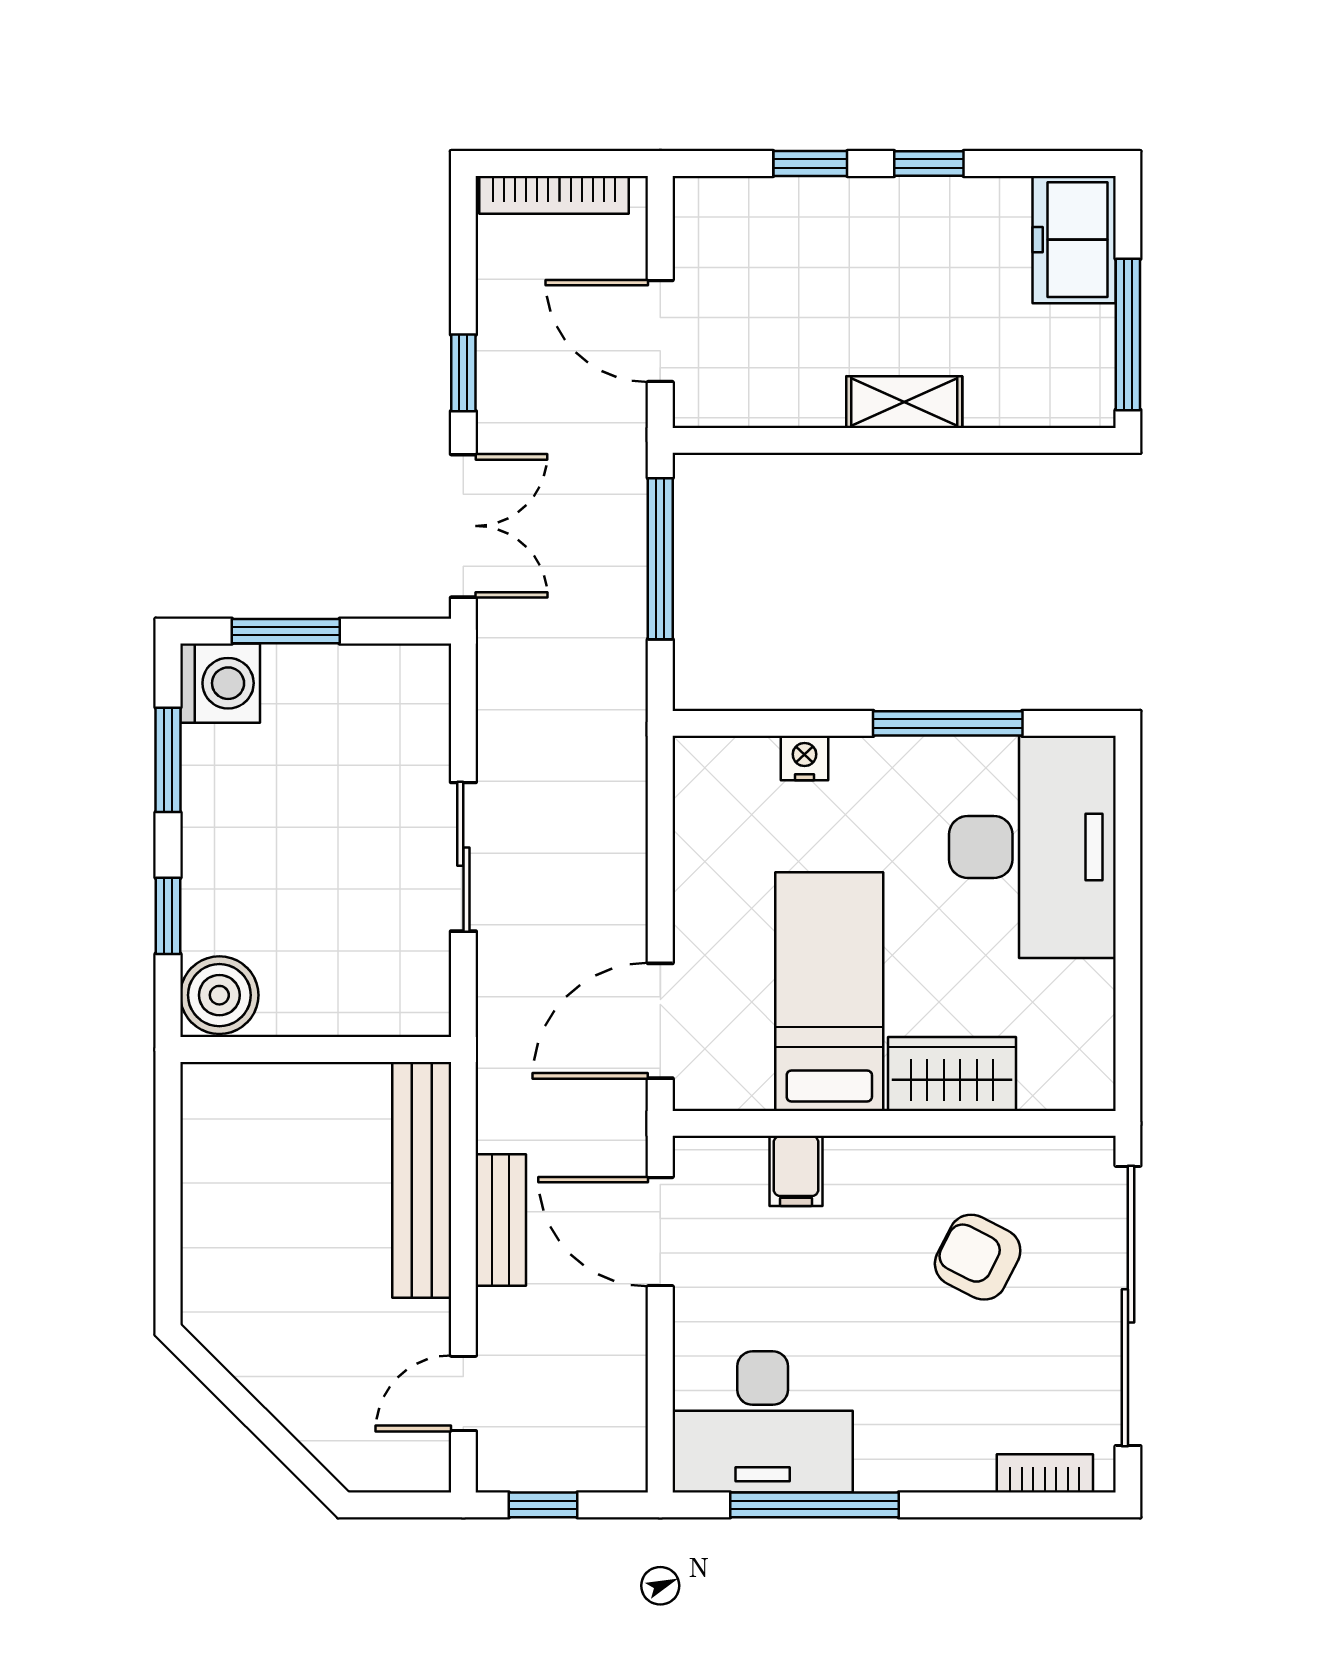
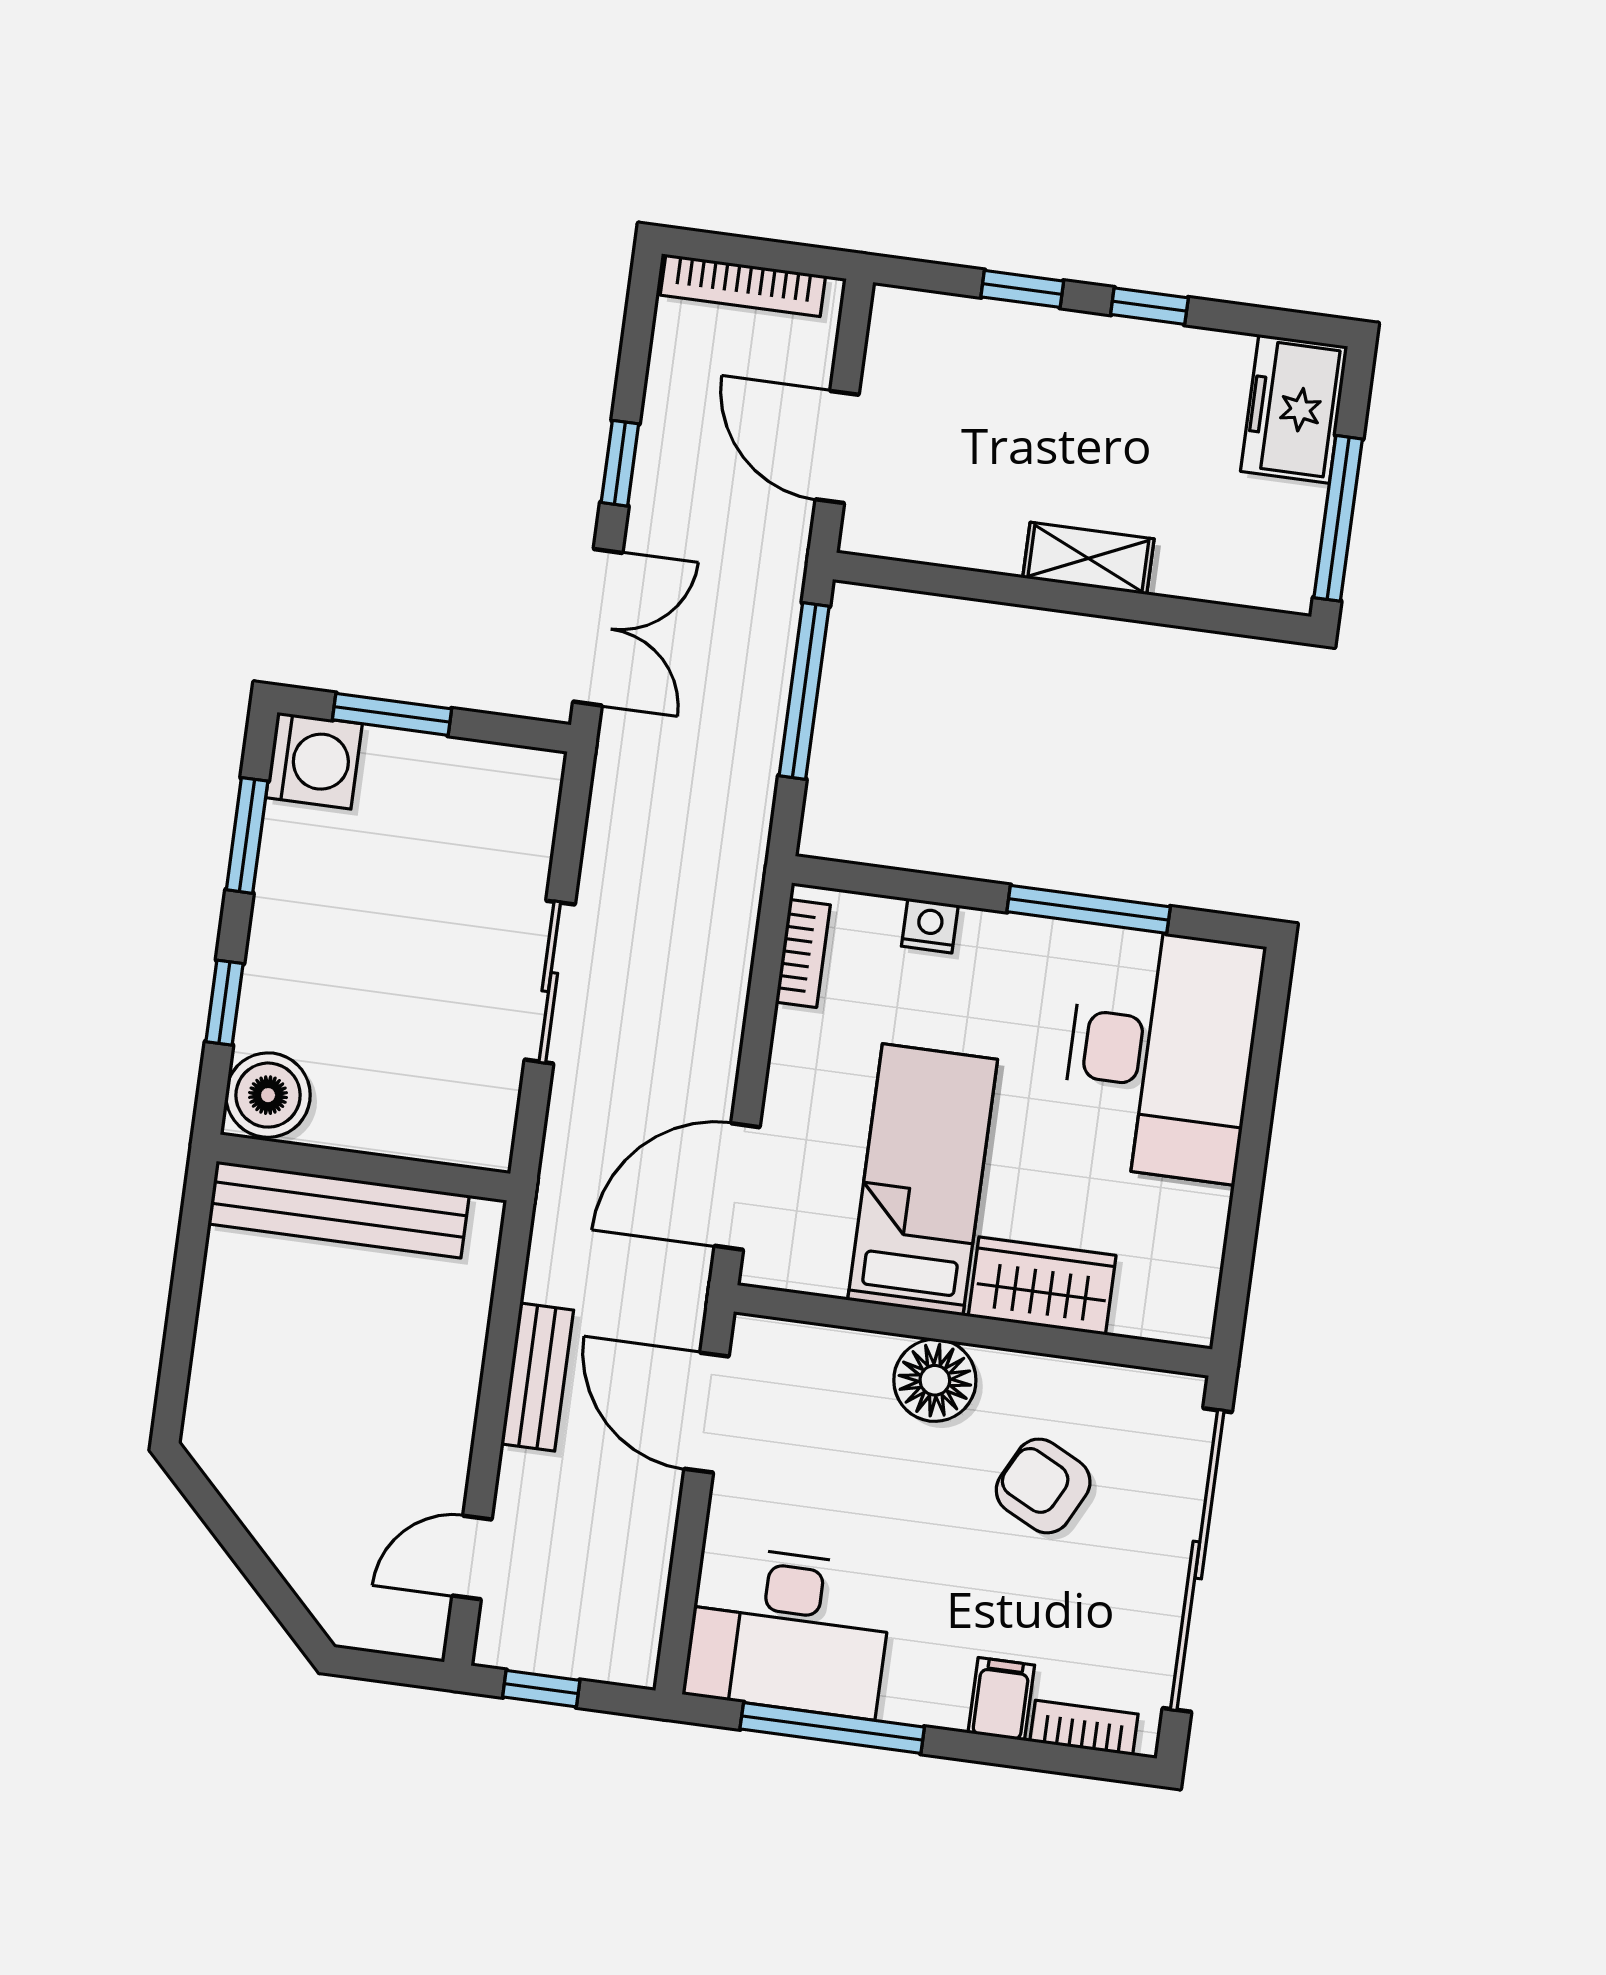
bookcase: (692, 799) -> (803, 953), added
filing cabinet: (796, 1171) -> (1001, 1699), moved, turned 180
floor lamp: (865, 1174) -> (935, 1380), added
bench: (422, 1180) -> (339, 1210), moved, turned 90

